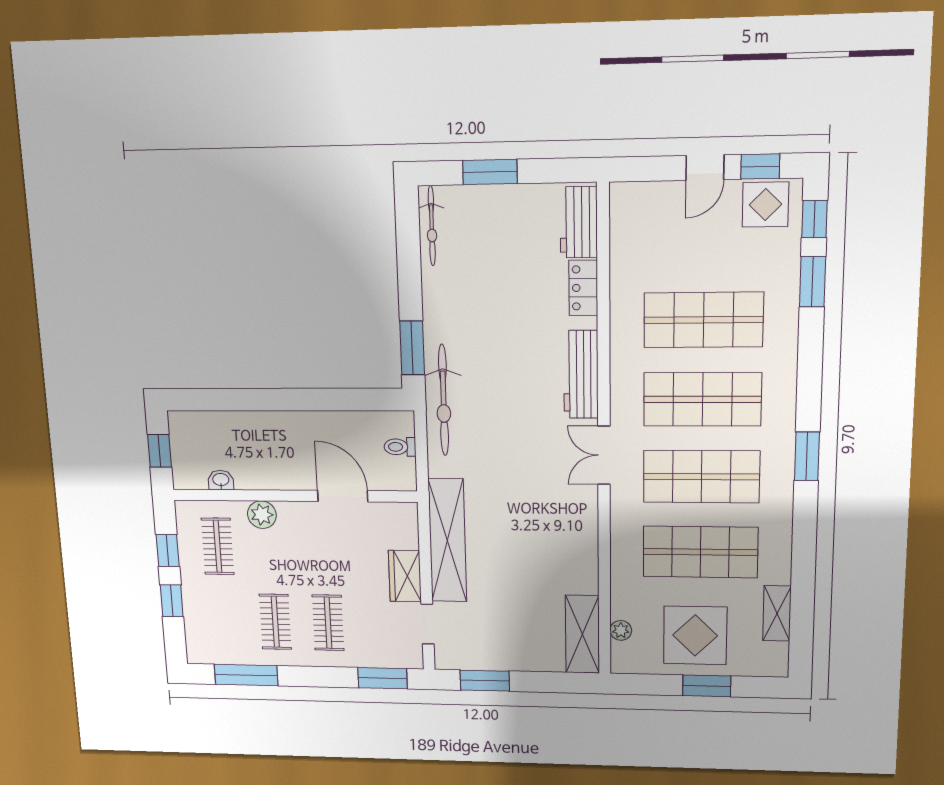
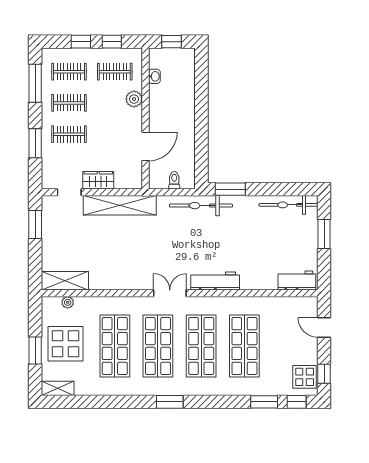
door: (705, 168) -> (324, 327), moved
bicycle: (432, 226) -> (288, 205), width x1.37, depth x1.40
locker: (583, 288) -> (262, 283), removed
shelving: (777, 613) -> (58, 388), moved
clothes rail: (223, 621) -> (69, 72), added
window: (383, 678) -> (35, 143), moved

